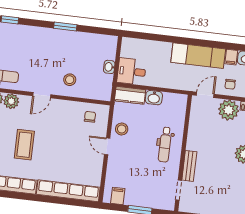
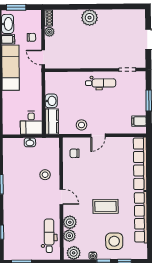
plant: (229, 110) -> (49, 32), width x0.53, depth x0.53
dental chair: (165, 145) -> (101, 83), moved
bench: (189, 166) -> (106, 63), removed

